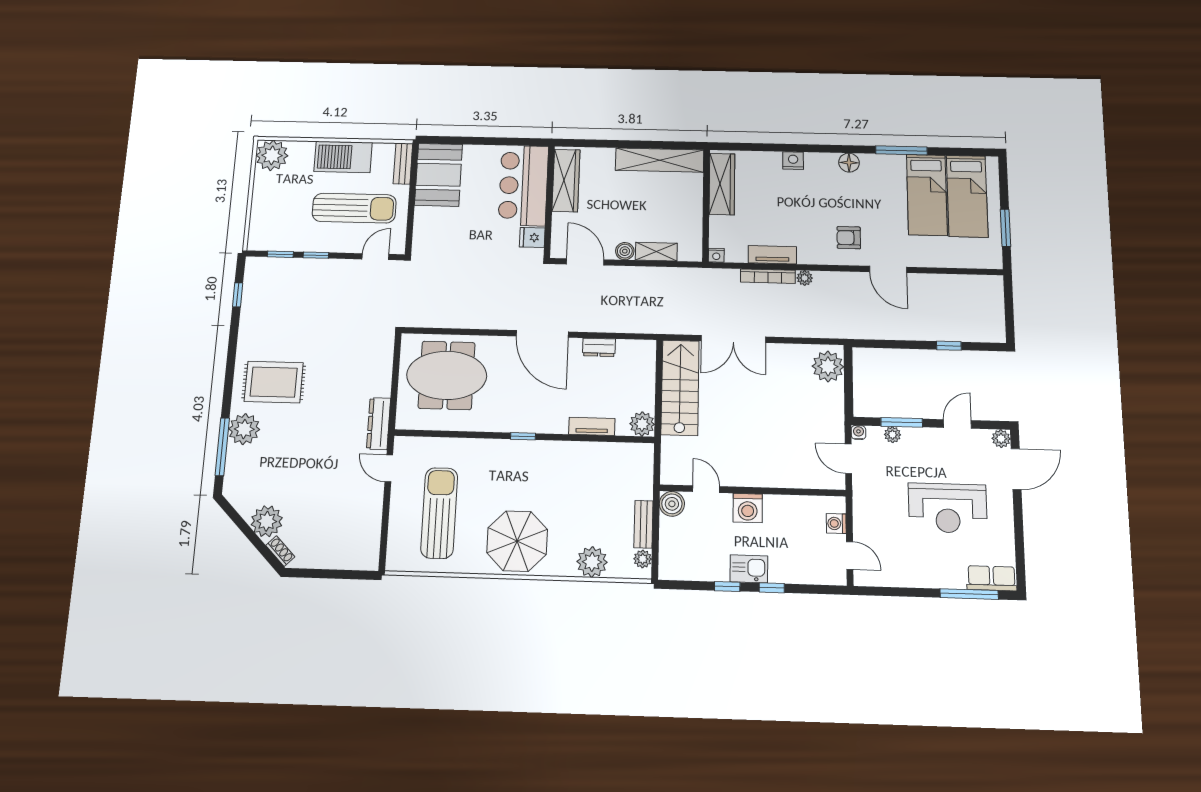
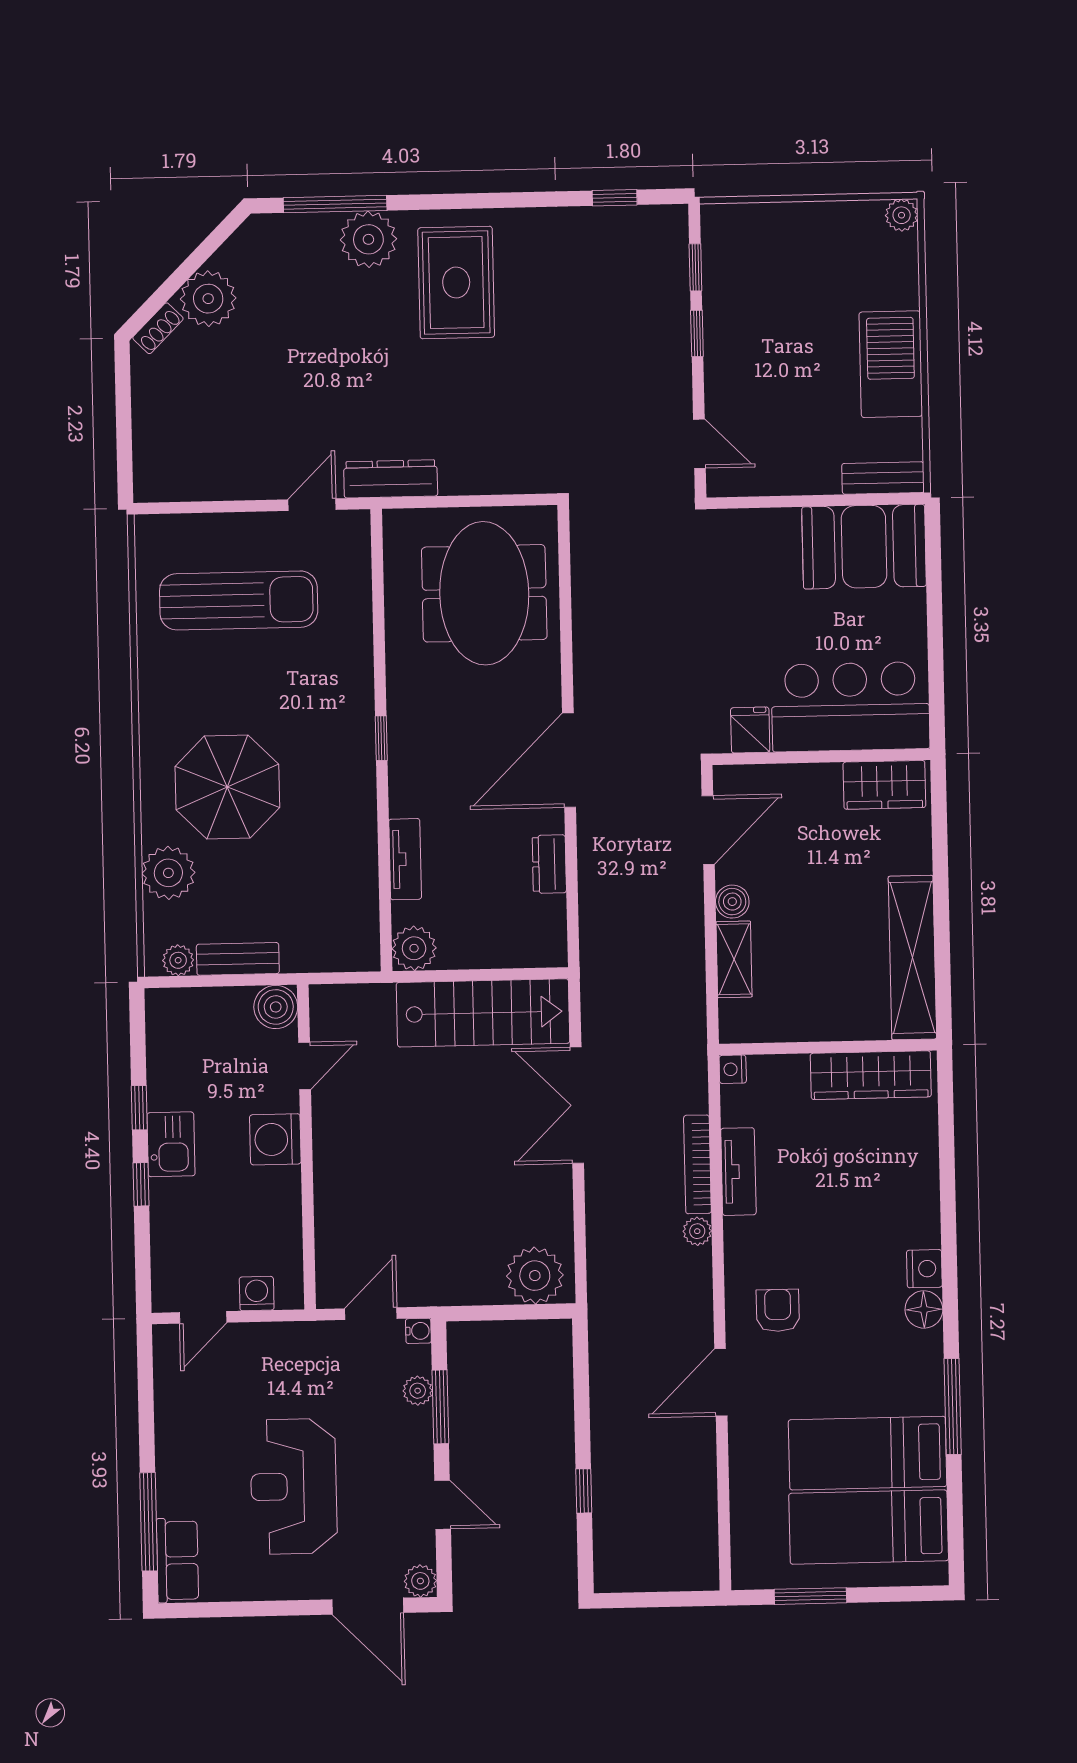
plant: (272, 155) -> (902, 215), width x0.53, depth x0.53
nightstand: (793, 161) -> (924, 1269), moved
wardrobe: (566, 180) -> (884, 785), width x0.67
sun lounger: (354, 208) -> (791, 395), removed
parasol: (517, 541) -> (227, 787), moved

